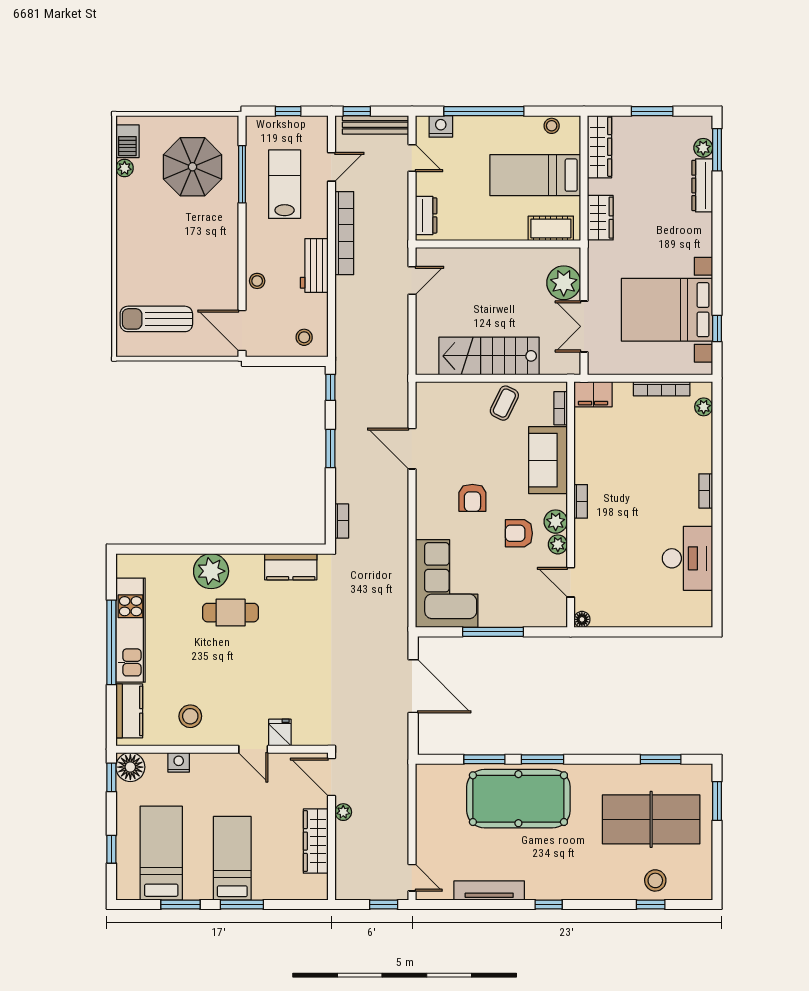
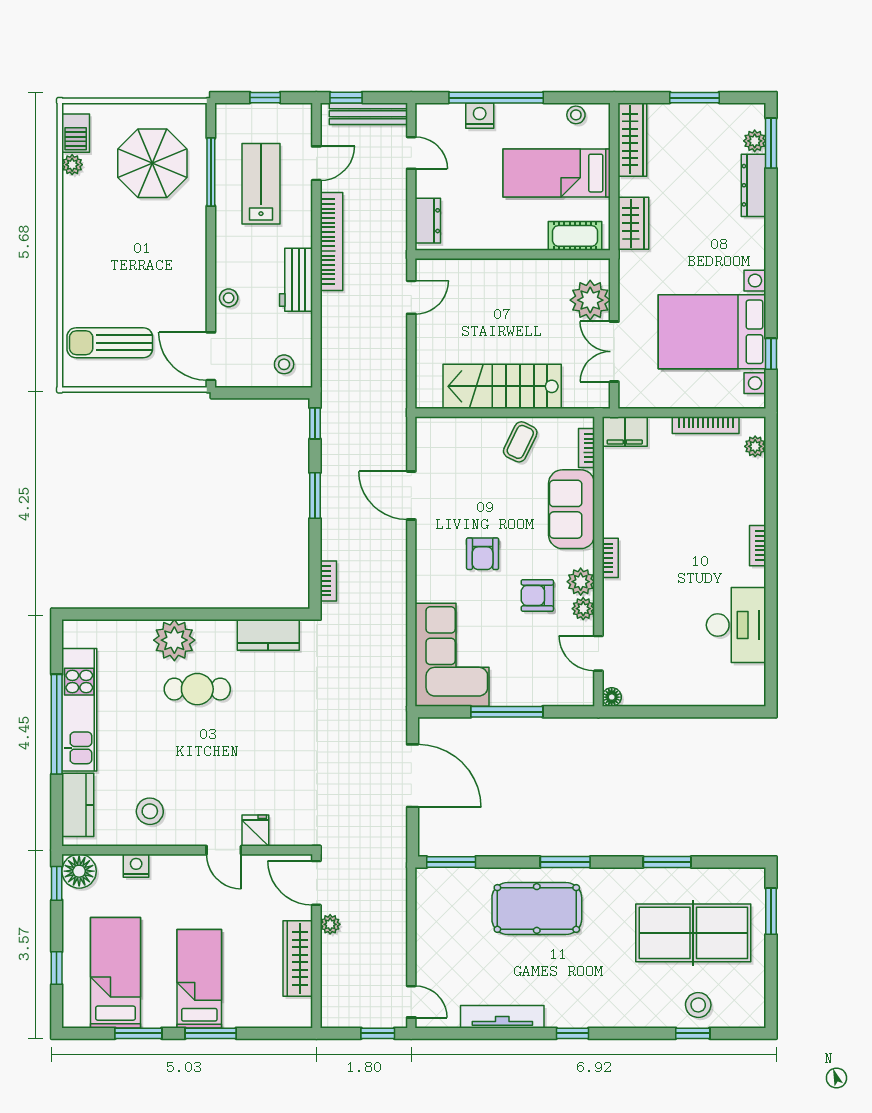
nightstand: (441, 126) -> (480, 116), moved
window: (484, 759) -> (451, 862), moved
window: (661, 759) -> (667, 862), moved
pool table: (518, 799) -> (537, 908), width x0.73, depth x0.76

